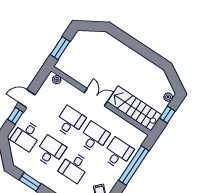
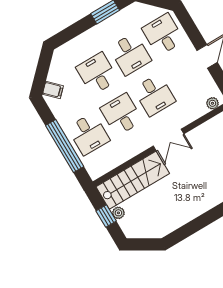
plant: (168, 97) -> (118, 213), moved
window: (15, 116) -> (193, 33), removed
desk: (94, 137) -> (121, 114), turned 180

